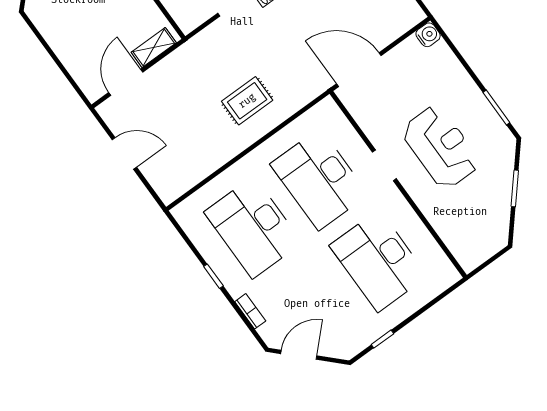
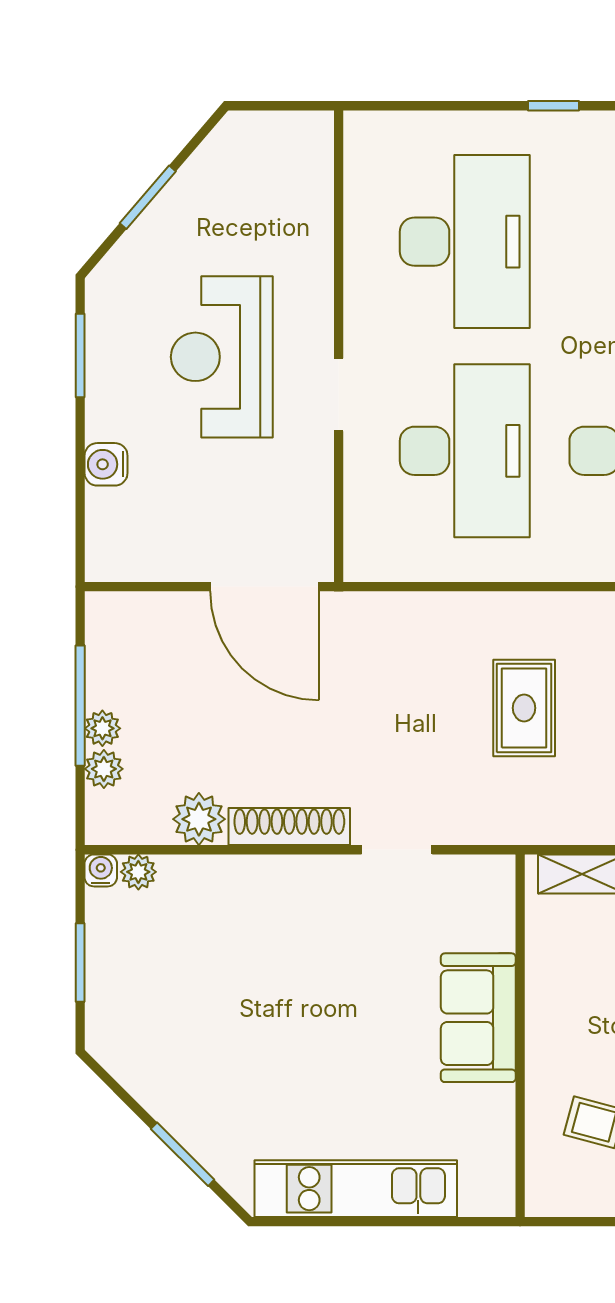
water cooler: (428, 35) -> (106, 464), moved
rug: (247, 101) -> (524, 708), moved, turned 90

